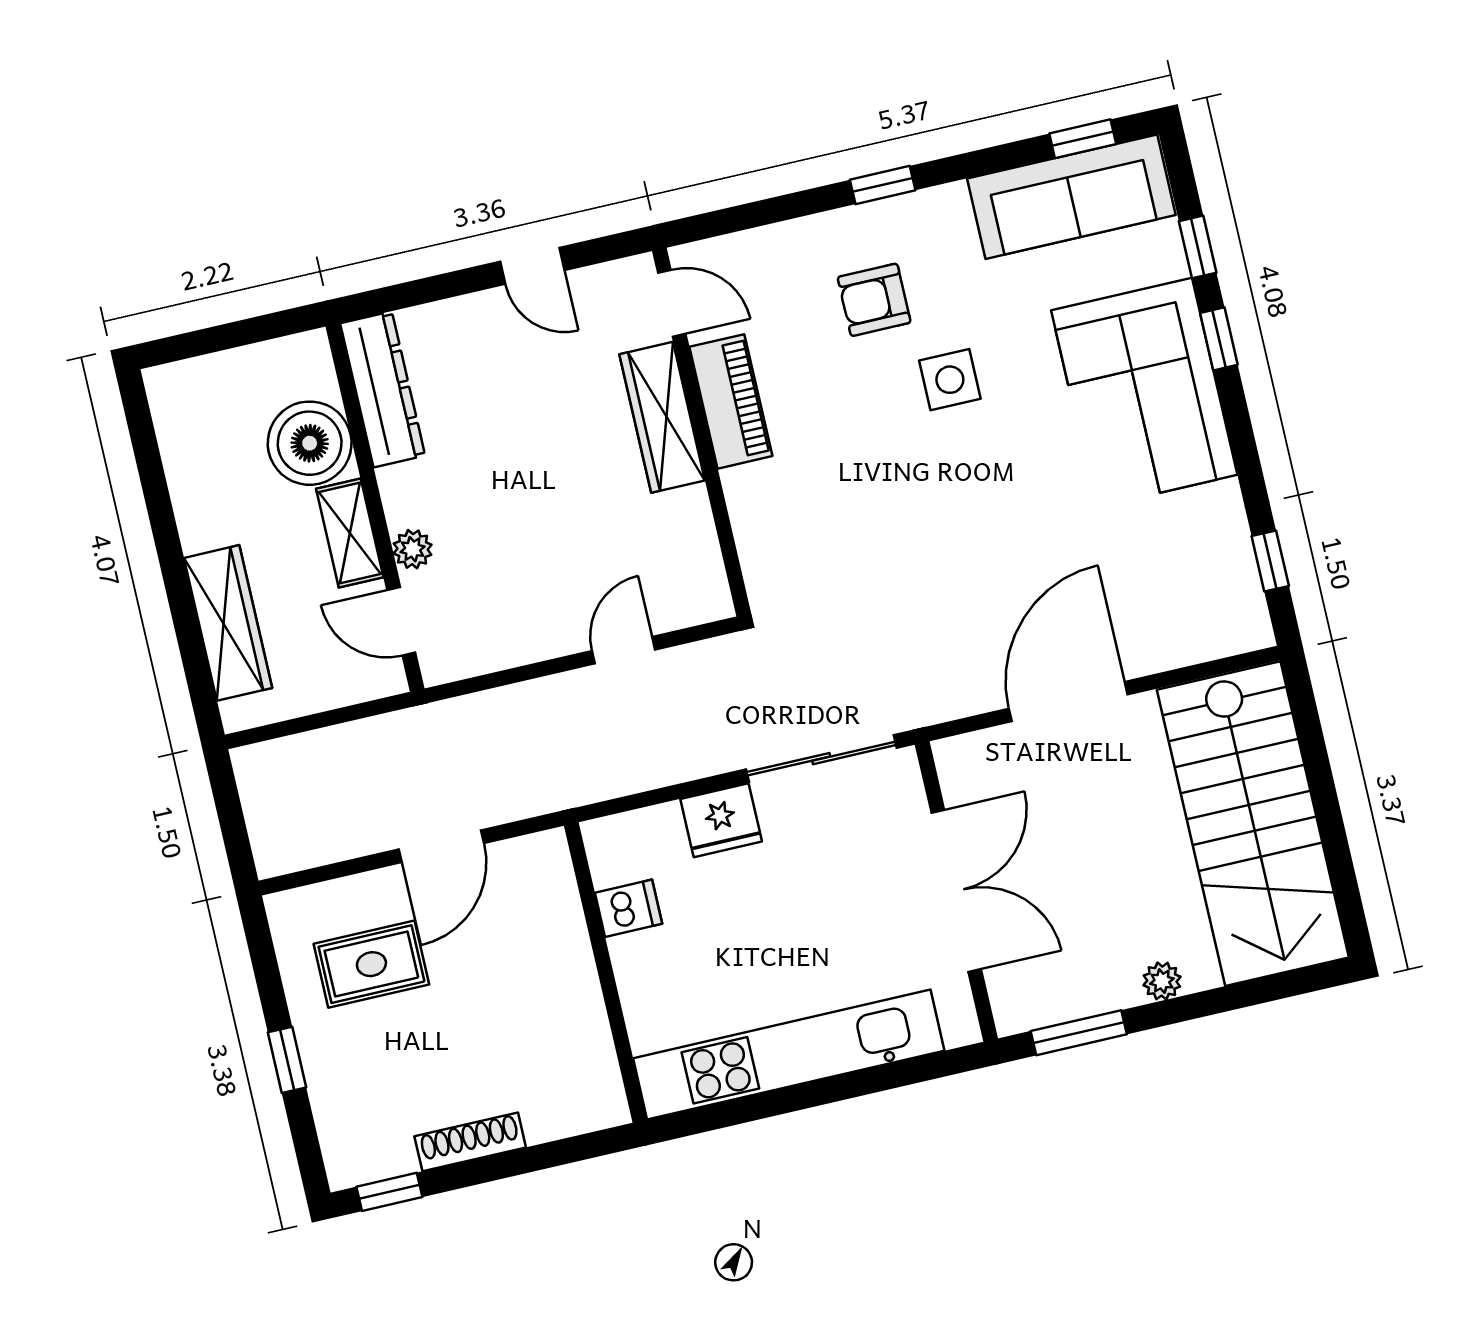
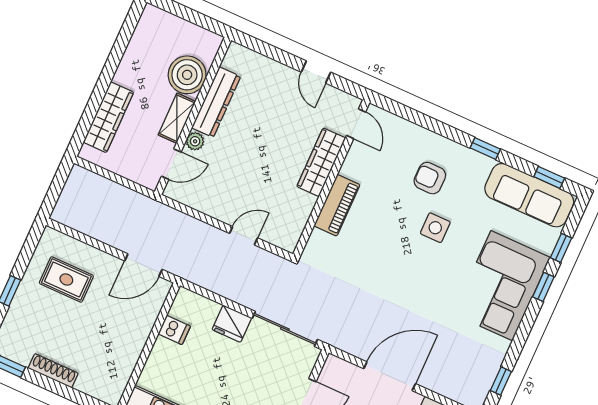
window: (883, 185) -> (485, 148), moved
dresser: (383, 389) -> (216, 102), moved
piano: (731, 401) -> (337, 205), moved
door: (401, 621) -> (171, 164), swing flipped
door: (441, 846) -> (143, 265), moved

